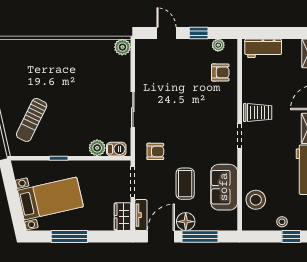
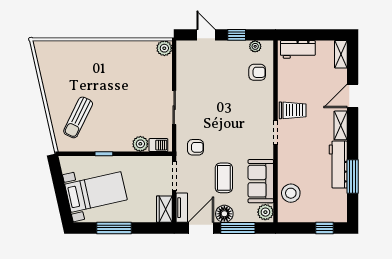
plant: (229, 220) -> (265, 212), added
stool: (282, 222) -> (316, 214), removed

